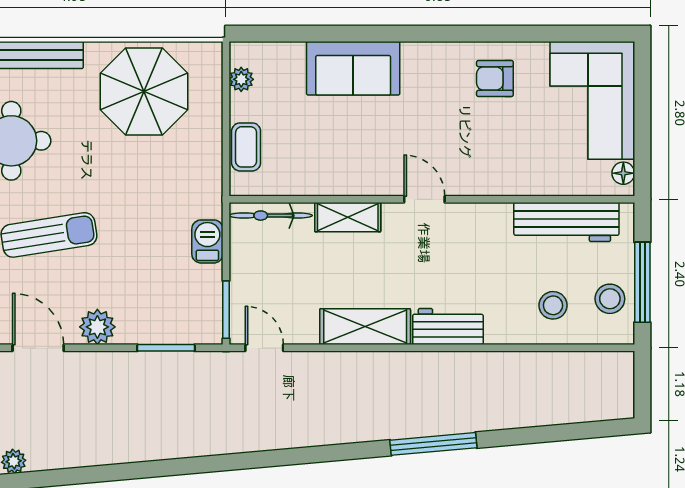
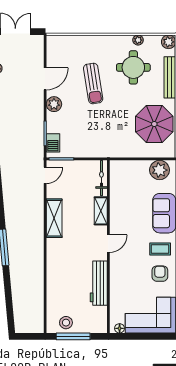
plant: (241, 79) -> (160, 170), width x1.88, depth x1.88
coffee table: (246, 147) -> (160, 249), moved
workbench: (566, 222) -> (99, 283), moved
barbecue: (207, 241) -> (53, 143), moved, turned 90
stool: (553, 305) -> (63, 298), removed
workbench: (448, 327) -> (54, 254), removed

